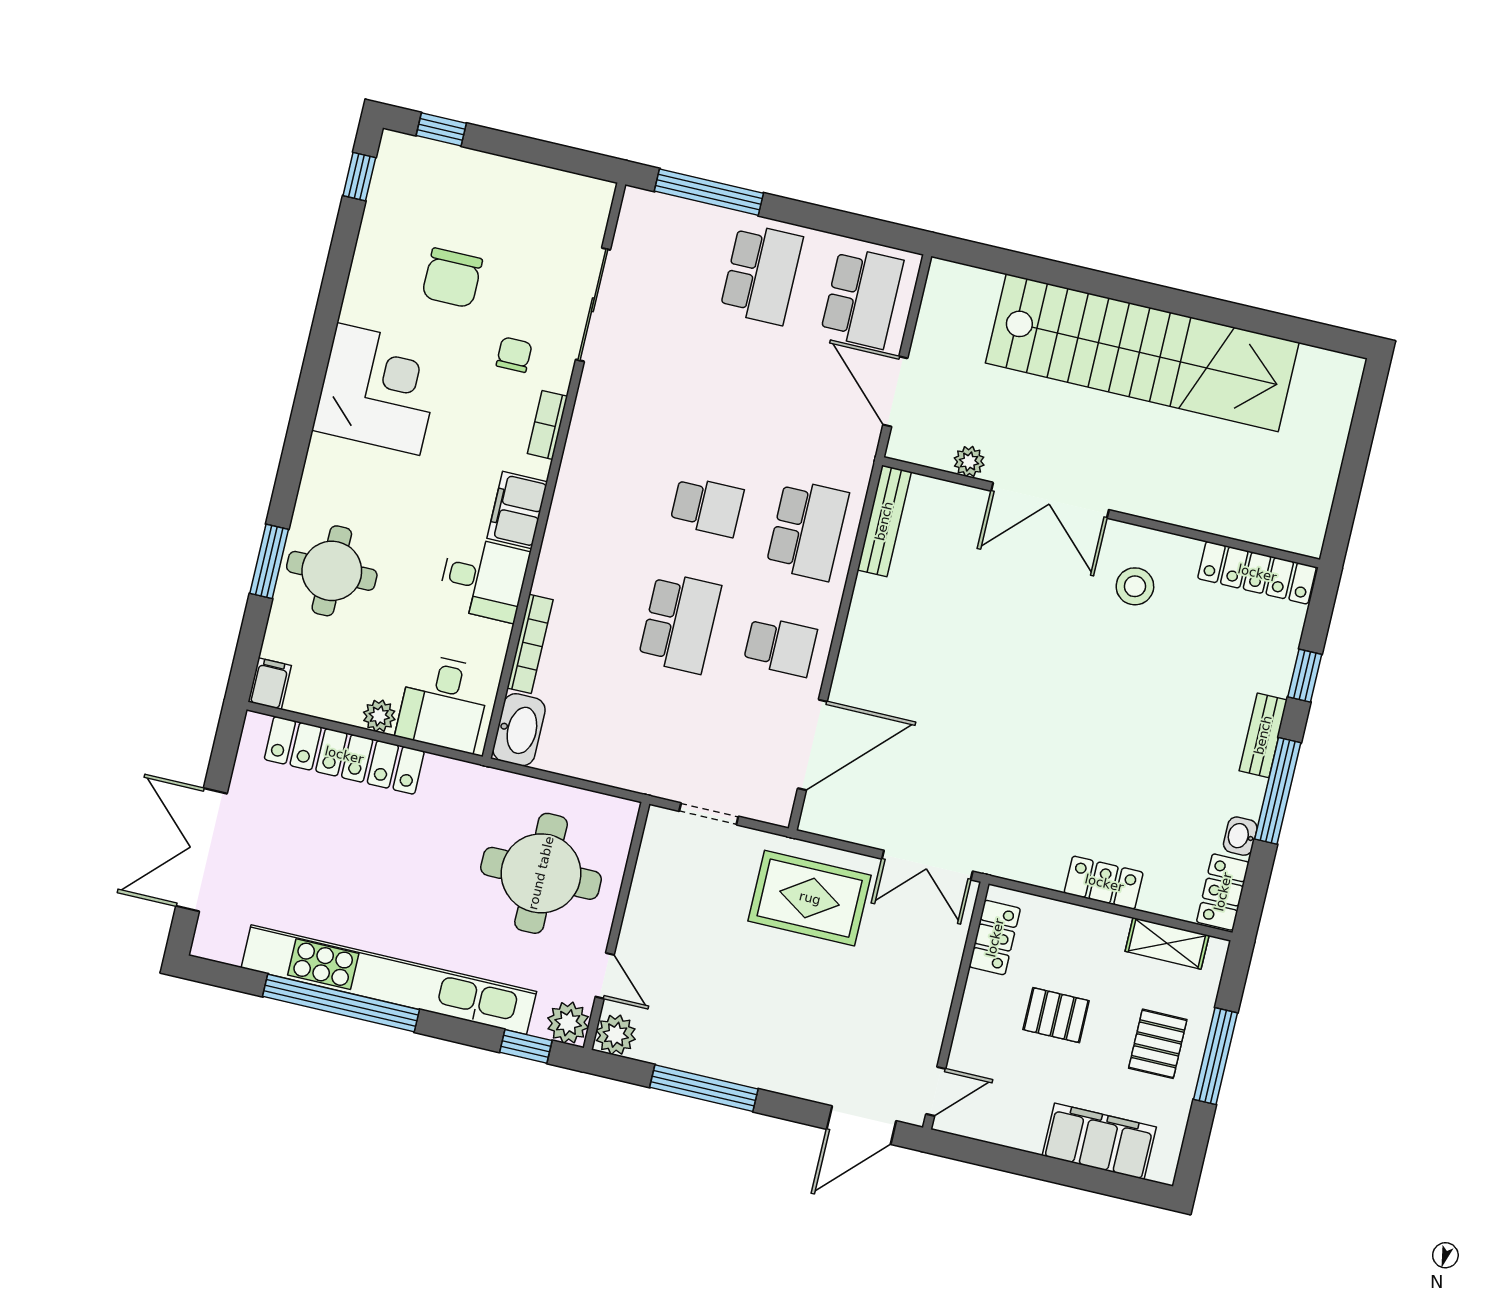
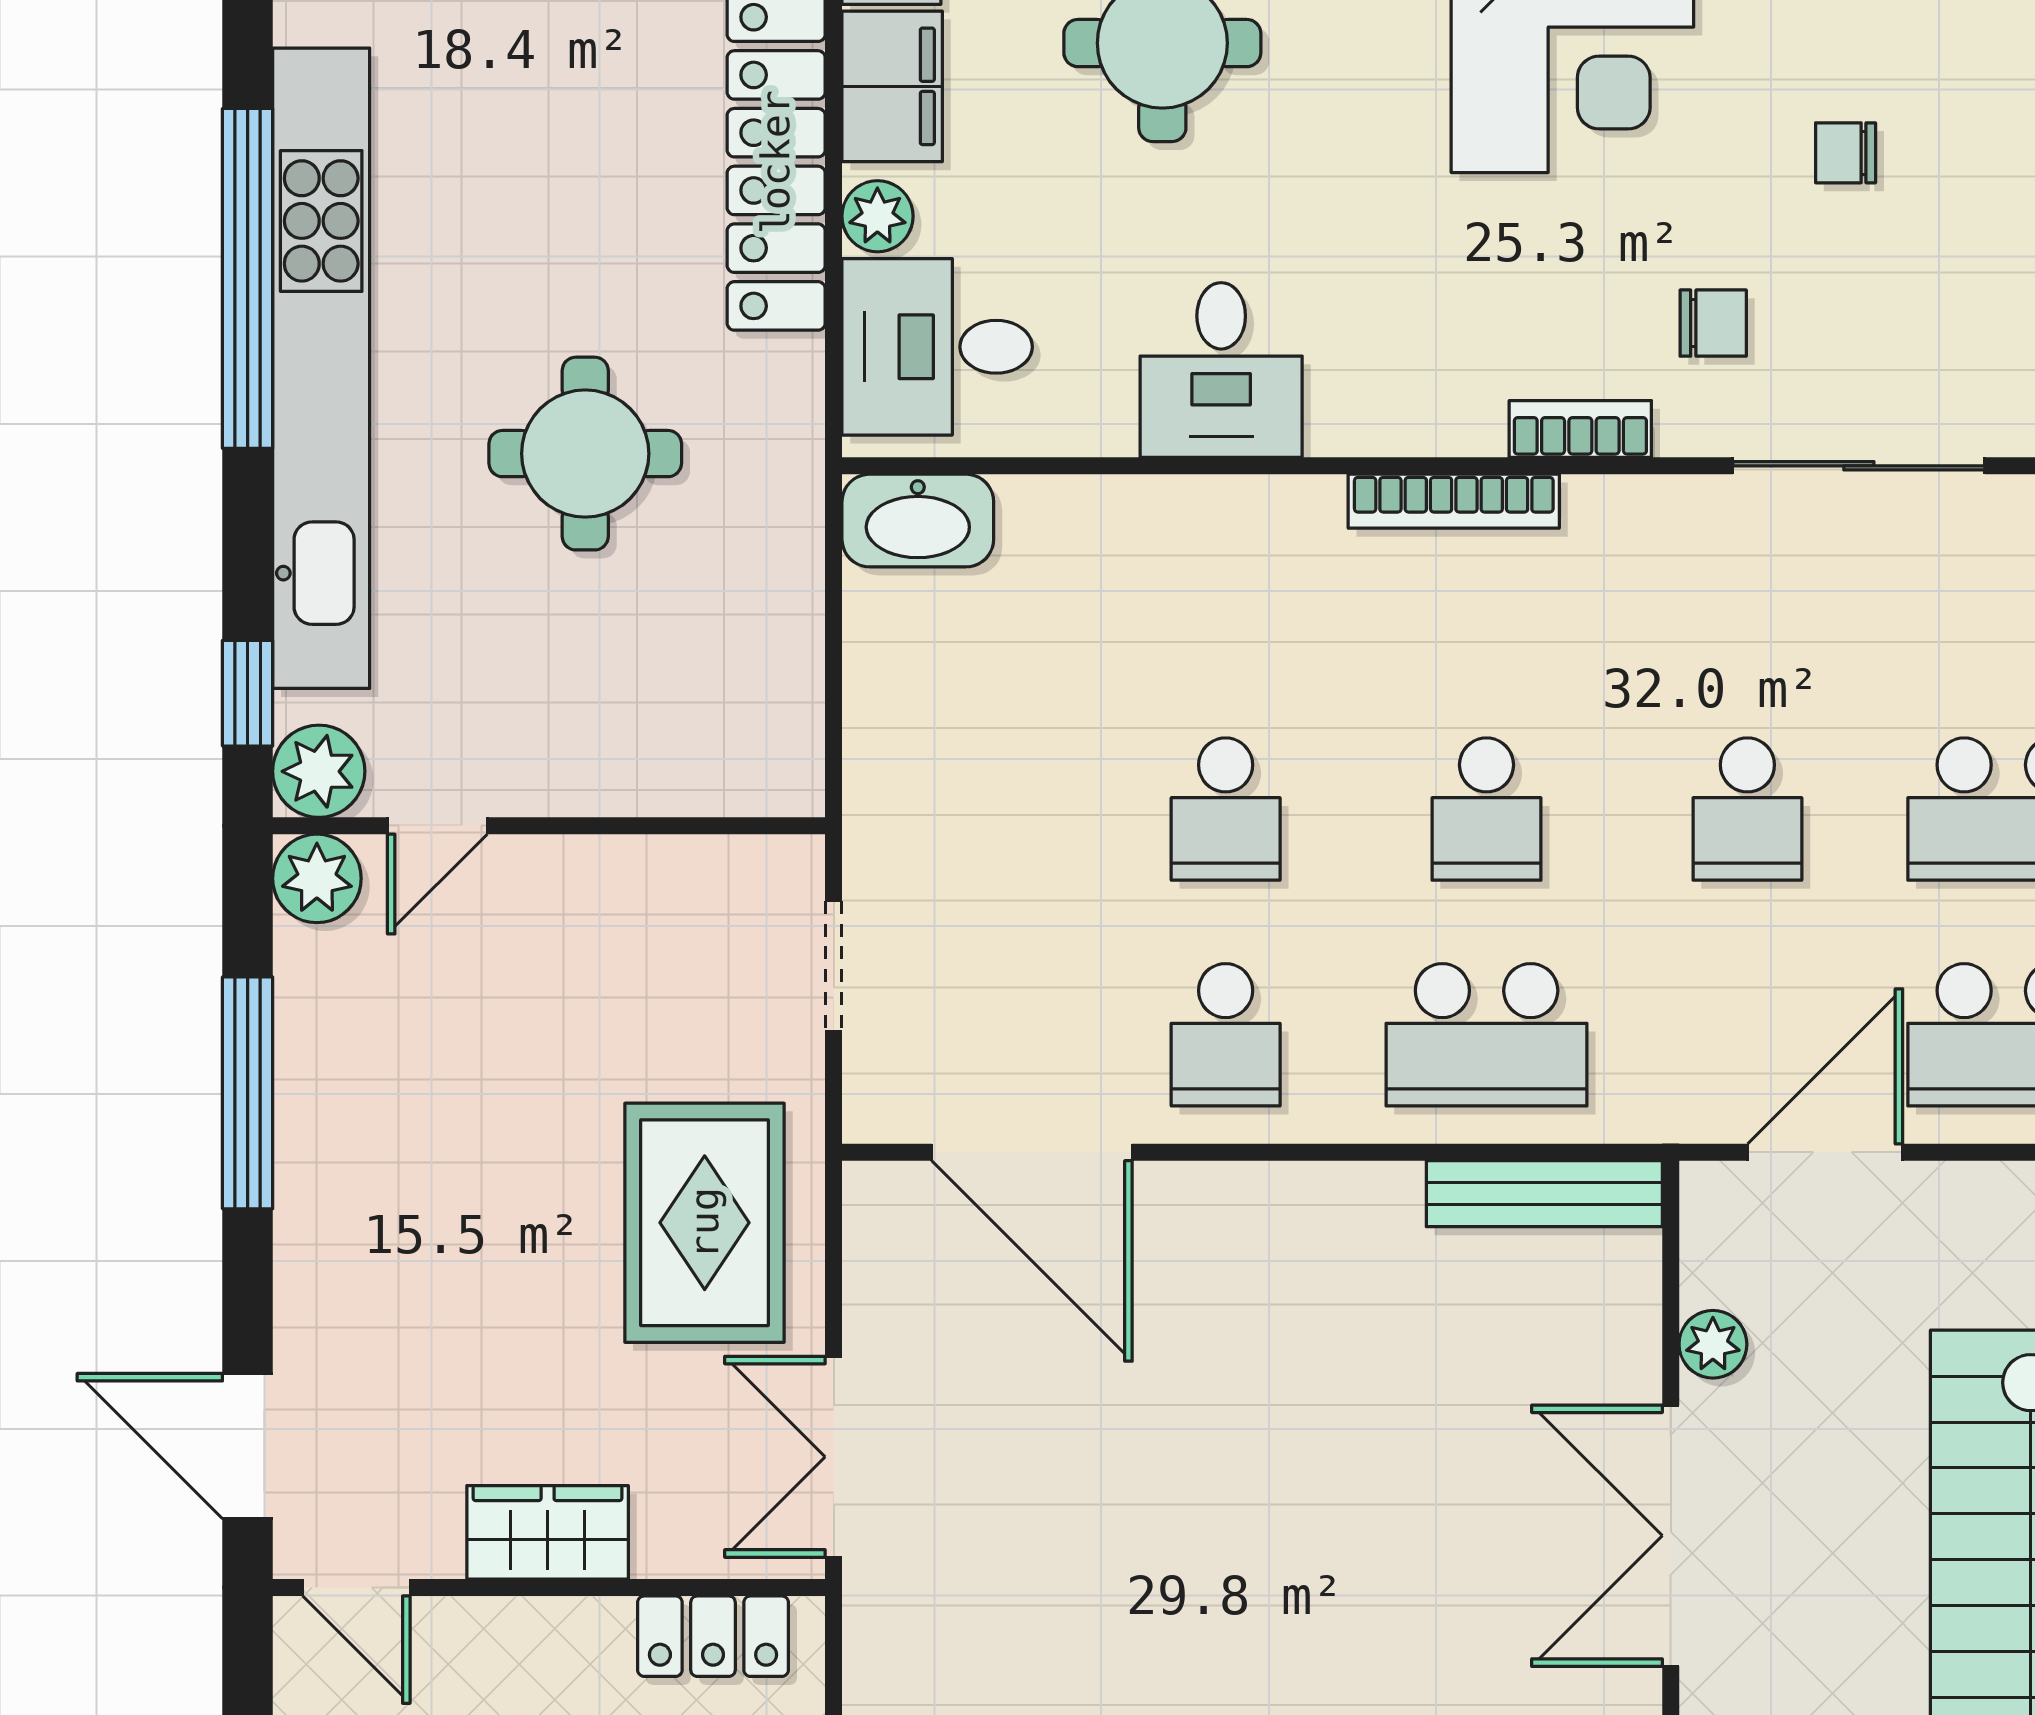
chair: (452, 278) -> (1846, 153), width x0.54, depth x0.54
school desk: (734, 390) -> (1747, 809), added
filing cabinet: (517, 510) -> (892, 86), moved, turned 90
school desk: (680, 623) -> (1226, 809), width x0.54
bookcase: (530, 644) -> (1454, 501), moved
round table: (541, 873) -> (585, 454), moved, width x0.73, depth x0.73
wardrobe: (931, 1000) -> (548, 1532), added

